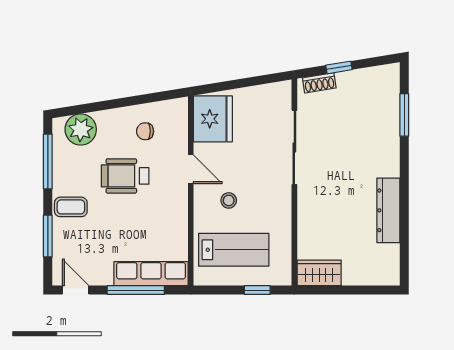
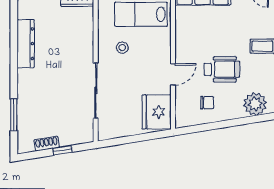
shoe rack: (319, 83) -> (47, 144), moved
door: (191, 169) -> (173, 74), swing flipped
stool: (229, 200) -> (122, 48), moved

